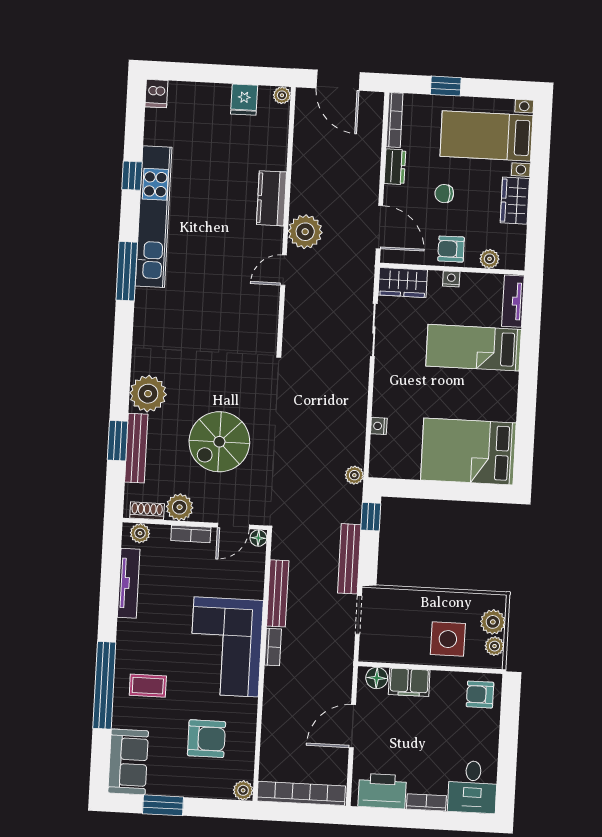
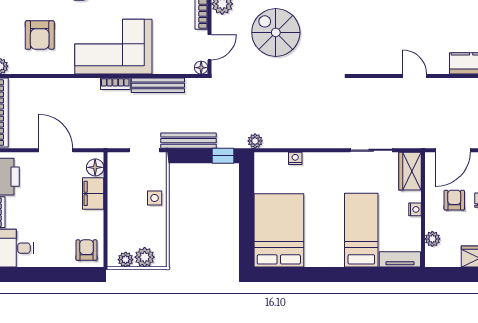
plant: (305, 232) -> (446, 92), removed
armchair: (451, 249) -> (454, 200), moved
door: (233, 526) -> (210, 47), swing flipped
side table: (448, 639) -> (155, 198), moved, width x0.54, depth x0.54

